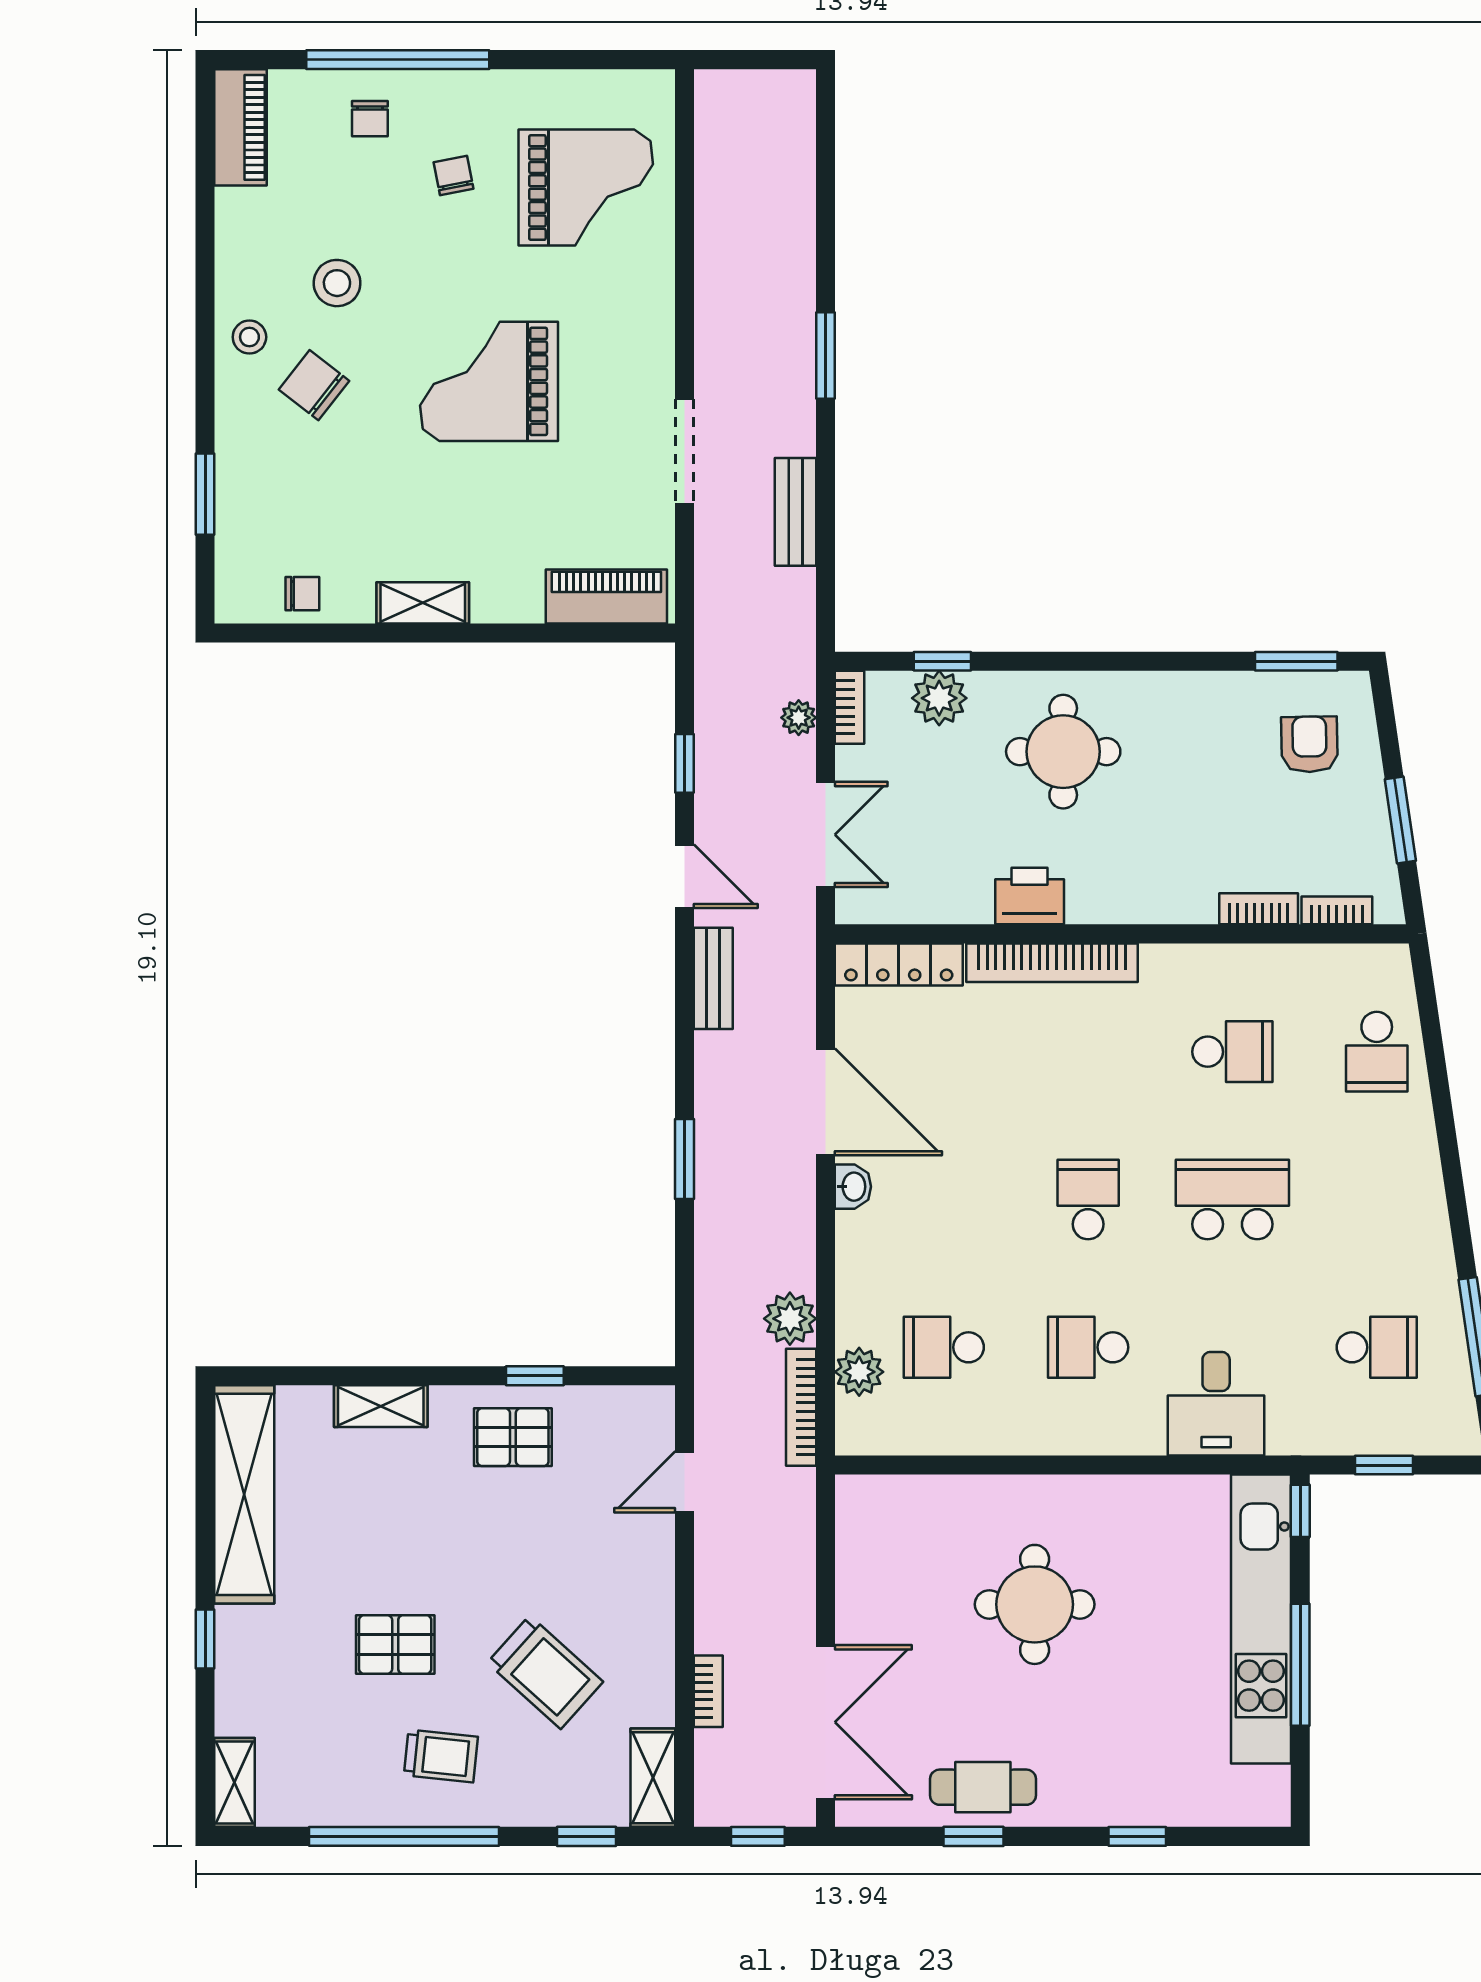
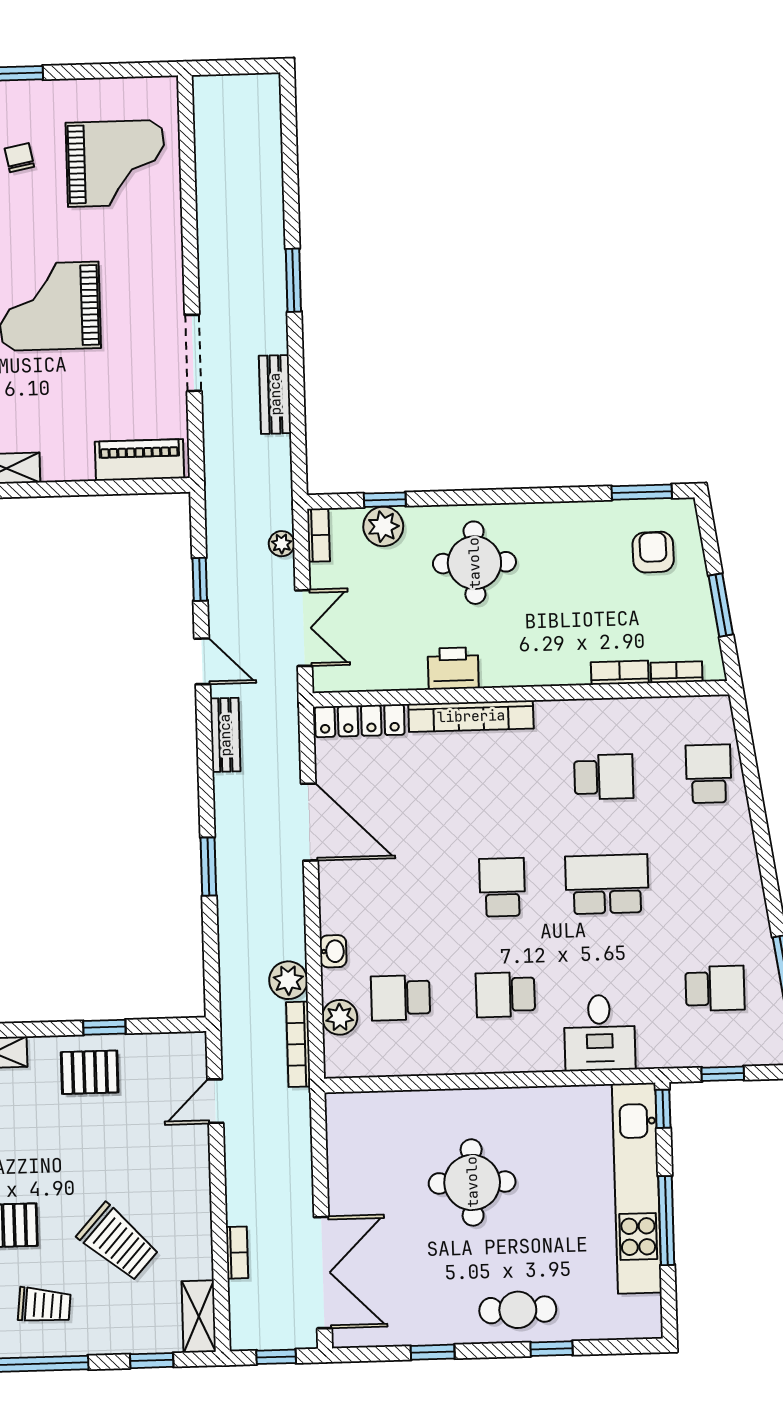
school desk: (1377, 1052) -> (709, 774), turned 180
washbasin: (853, 1187) -> (333, 951), moved
cafe table: (983, 1787) -> (518, 1310), moved

